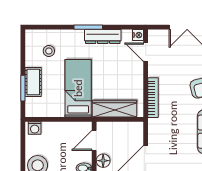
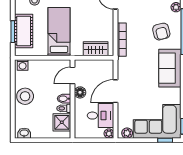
cot: (33, 82) -> (24, 31), width x1.37, depth x1.34
wardrobe: (114, 109) -> (96, 49), width x0.67

